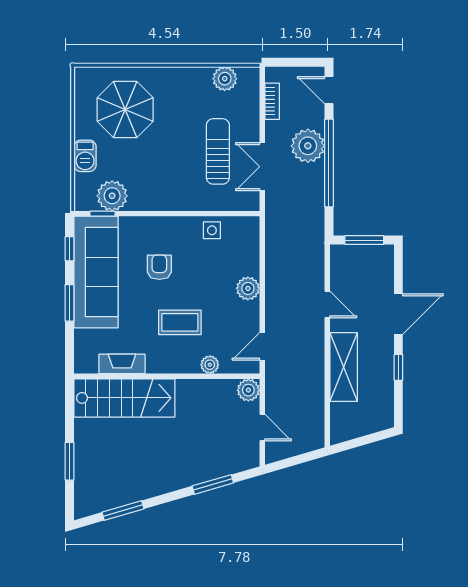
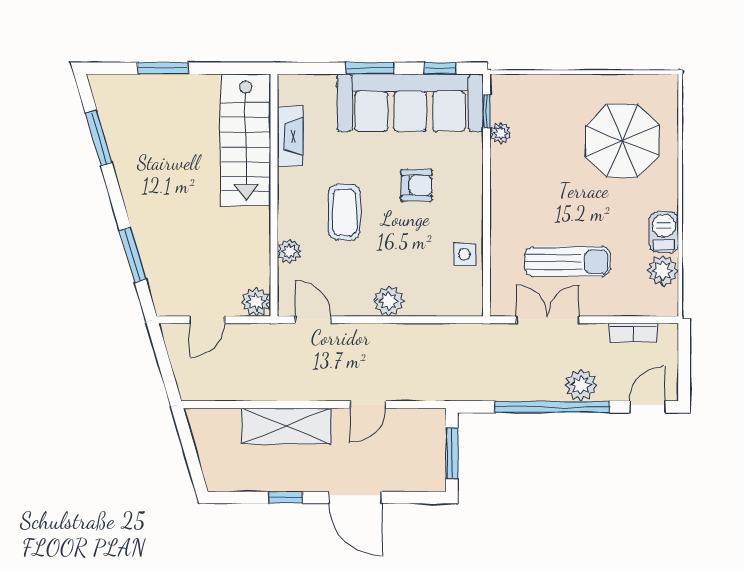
plant: (308, 146) -> (581, 385), width x0.73, depth x0.73
barbecue: (85, 156) -> (664, 232), moved, turned 90
plant: (112, 196) -> (500, 133), width x0.53, depth x0.53

